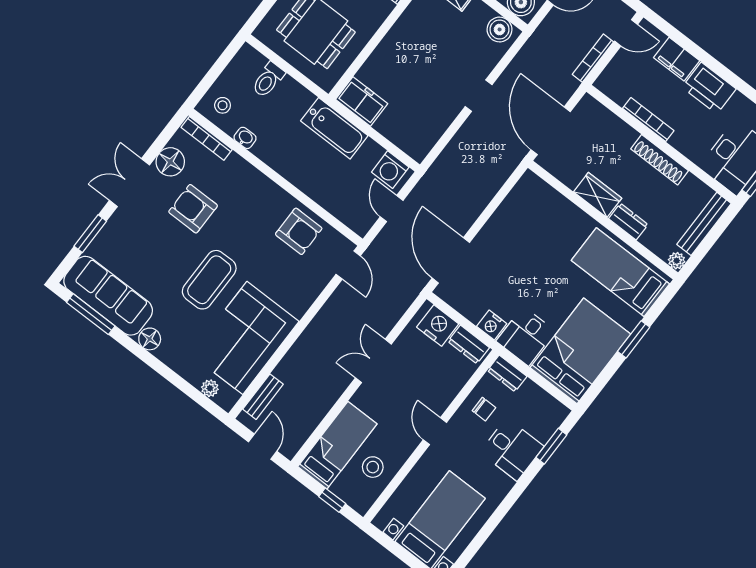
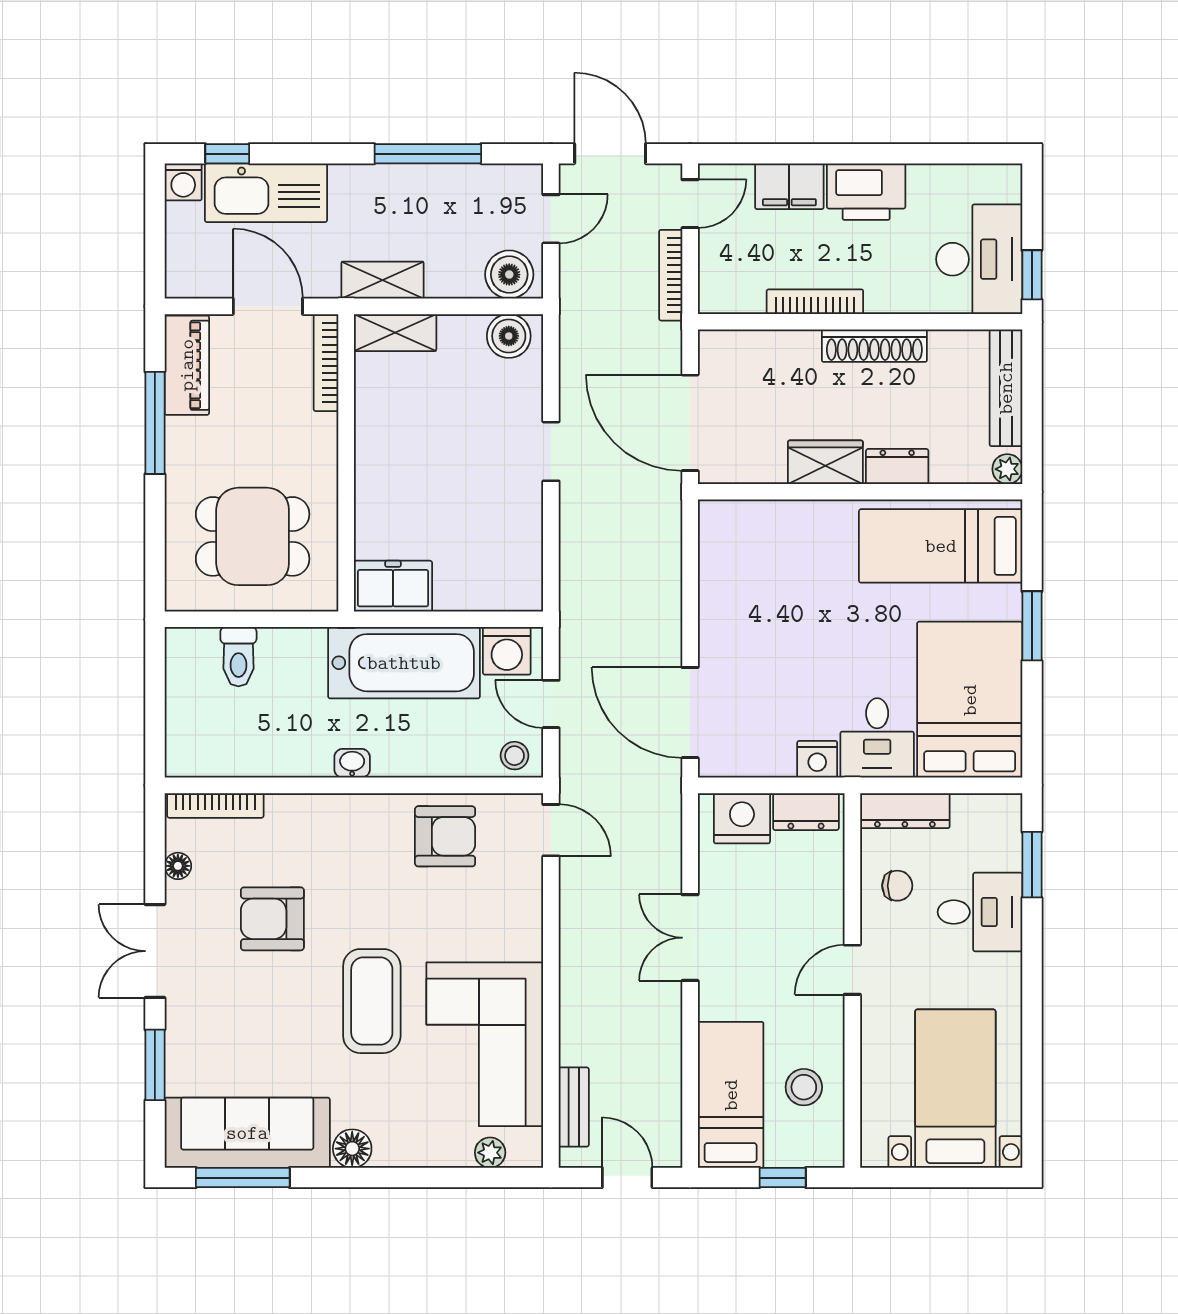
stool: (223, 105) -> (515, 756), moved
bathtub: (334, 128) -> (404, 663), width x1.36, depth x1.36
washbasin: (245, 138) -> (352, 763), moved
floor lamp: (170, 162) -> (178, 866), width x0.53, depth x0.53
dresser: (507, 373) -> (905, 811), width x1.44
door: (435, 431) -> (852, 970), hinge flipped

